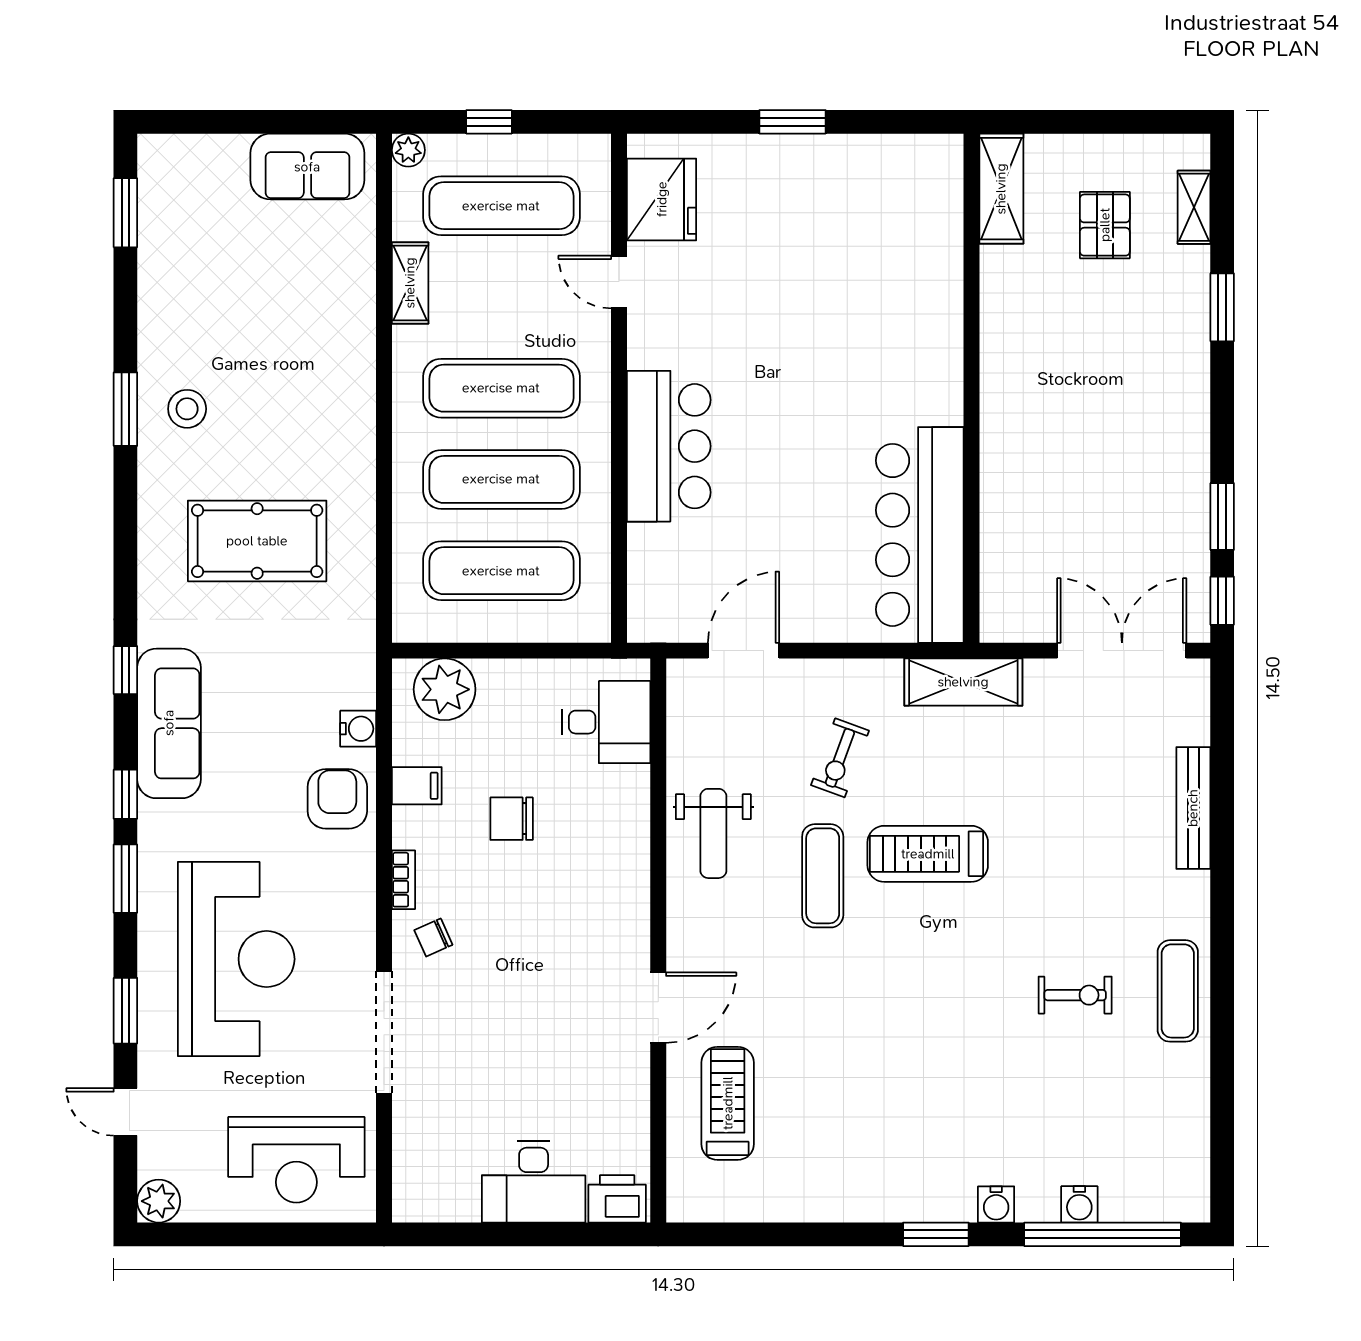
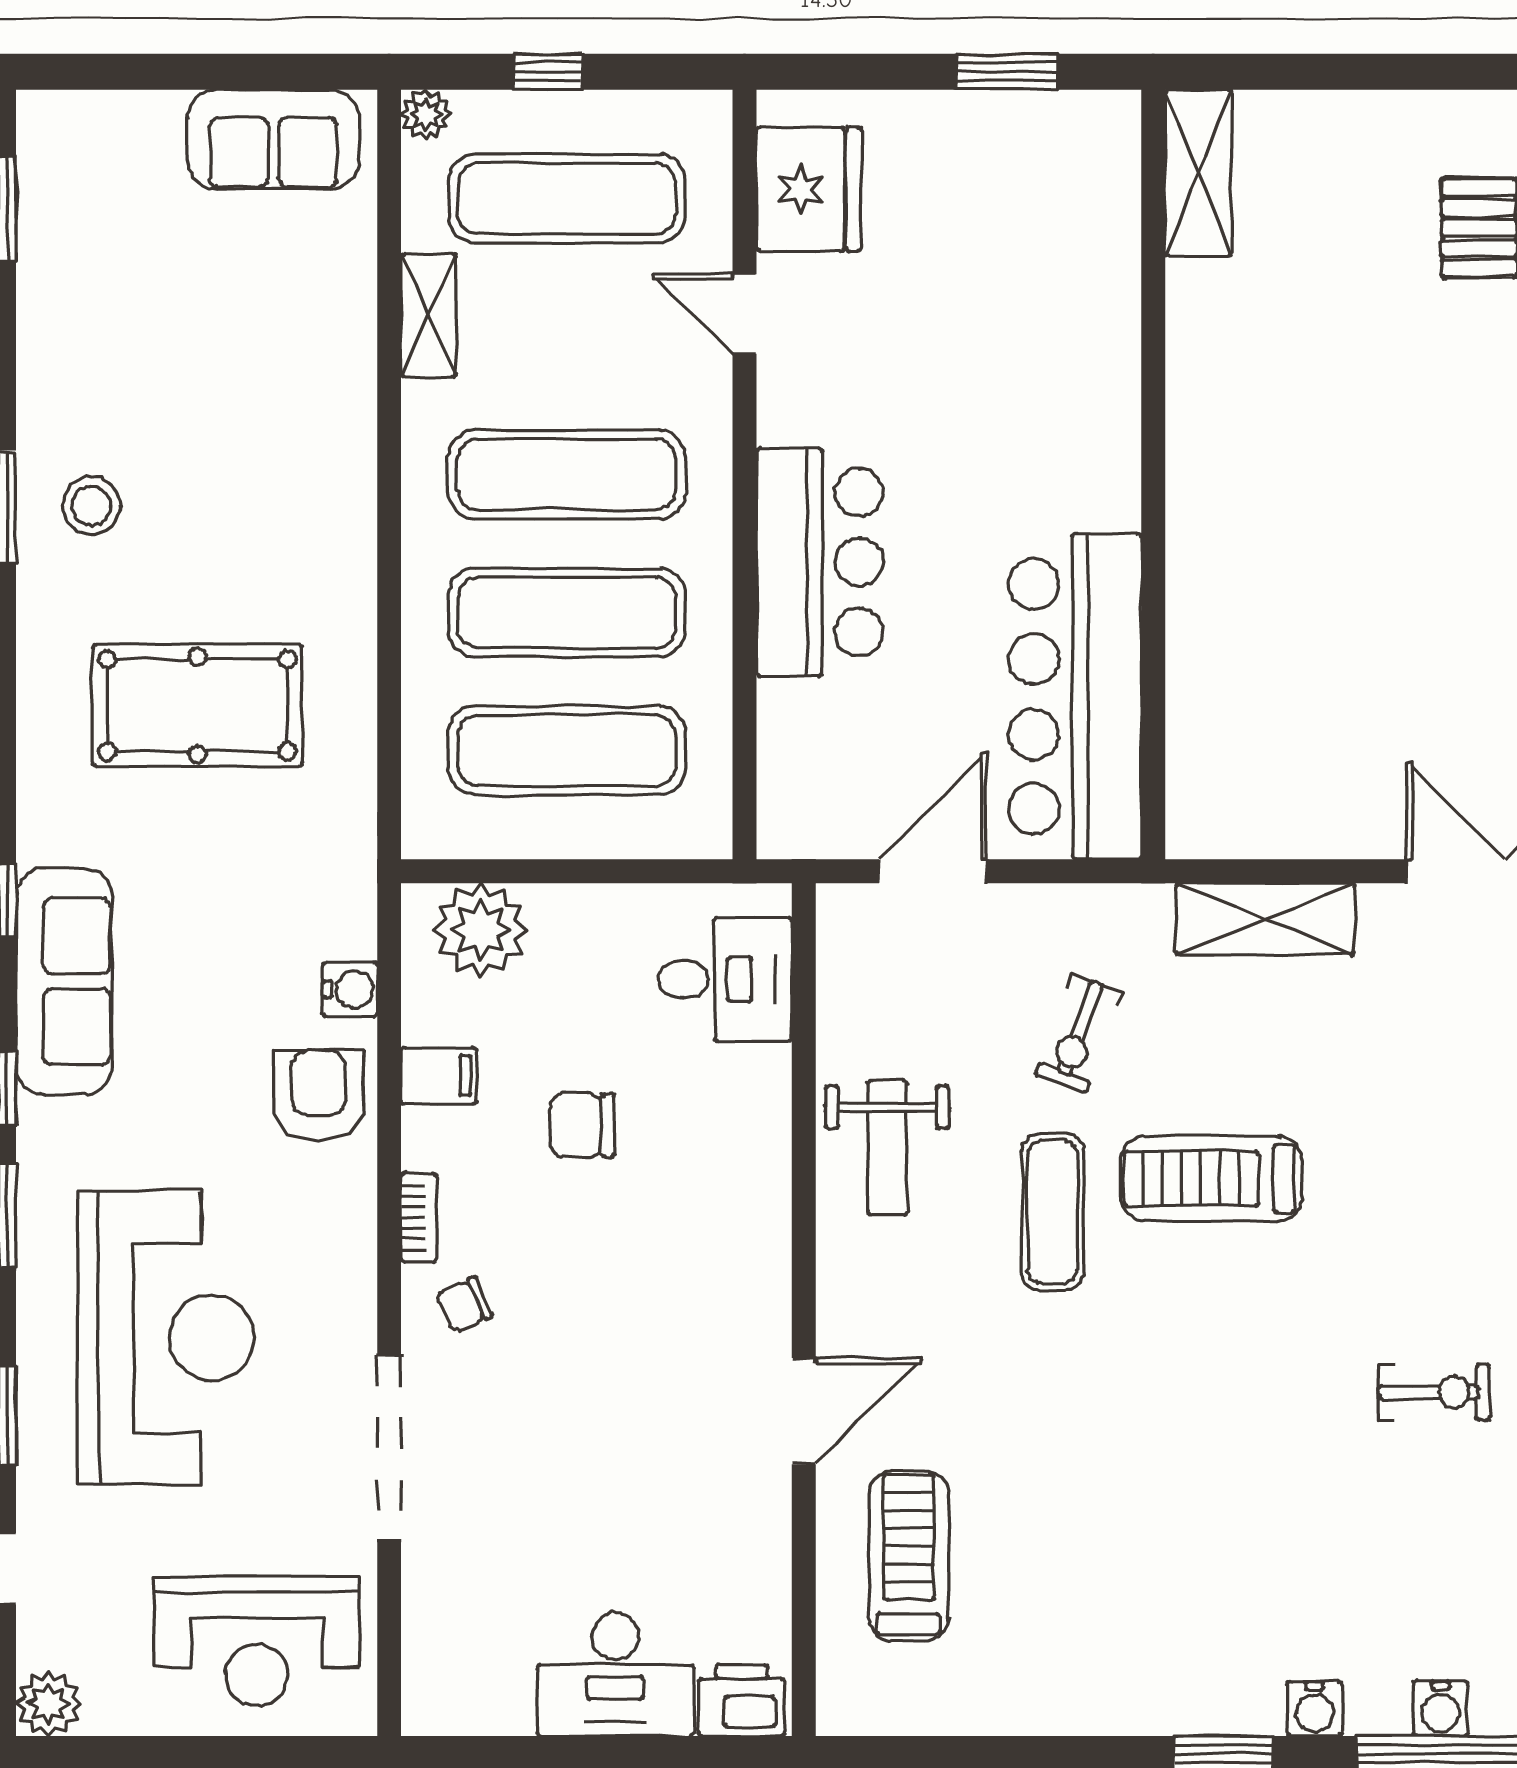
shelving: (1001, 189) -> (1198, 173), moved
wall: (972, 388) -> (1153, 474), moved
bar counter: (920, 535) -> (1075, 696), moved

